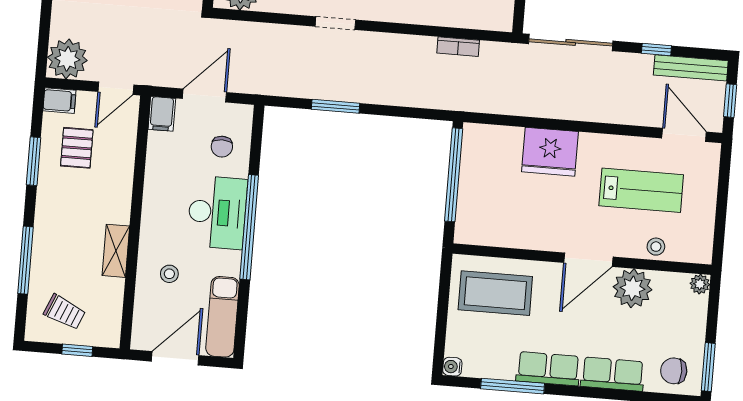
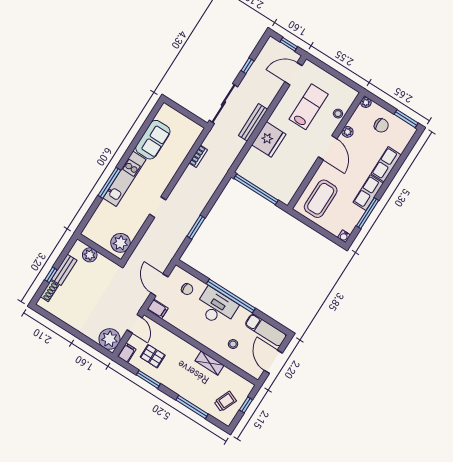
bench: (691, 68) -> (253, 122), moved
plant: (633, 288) -> (347, 132), width x0.53, depth x0.53
chair: (674, 371) -> (381, 125), moved, turned -90

